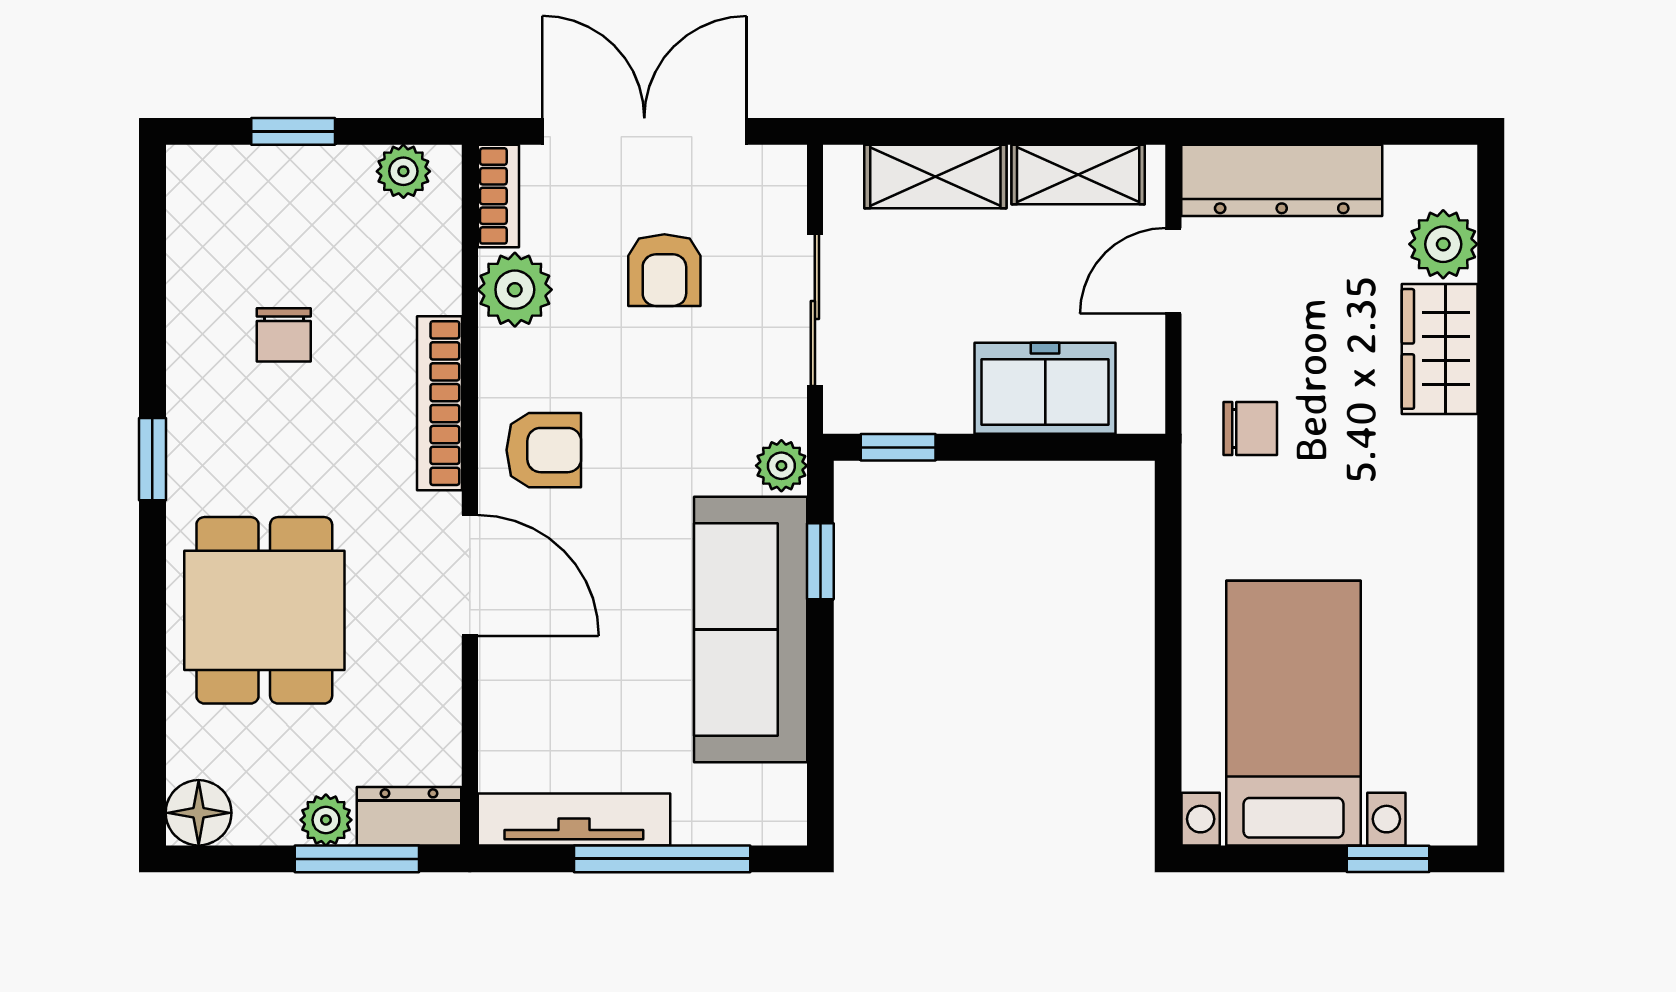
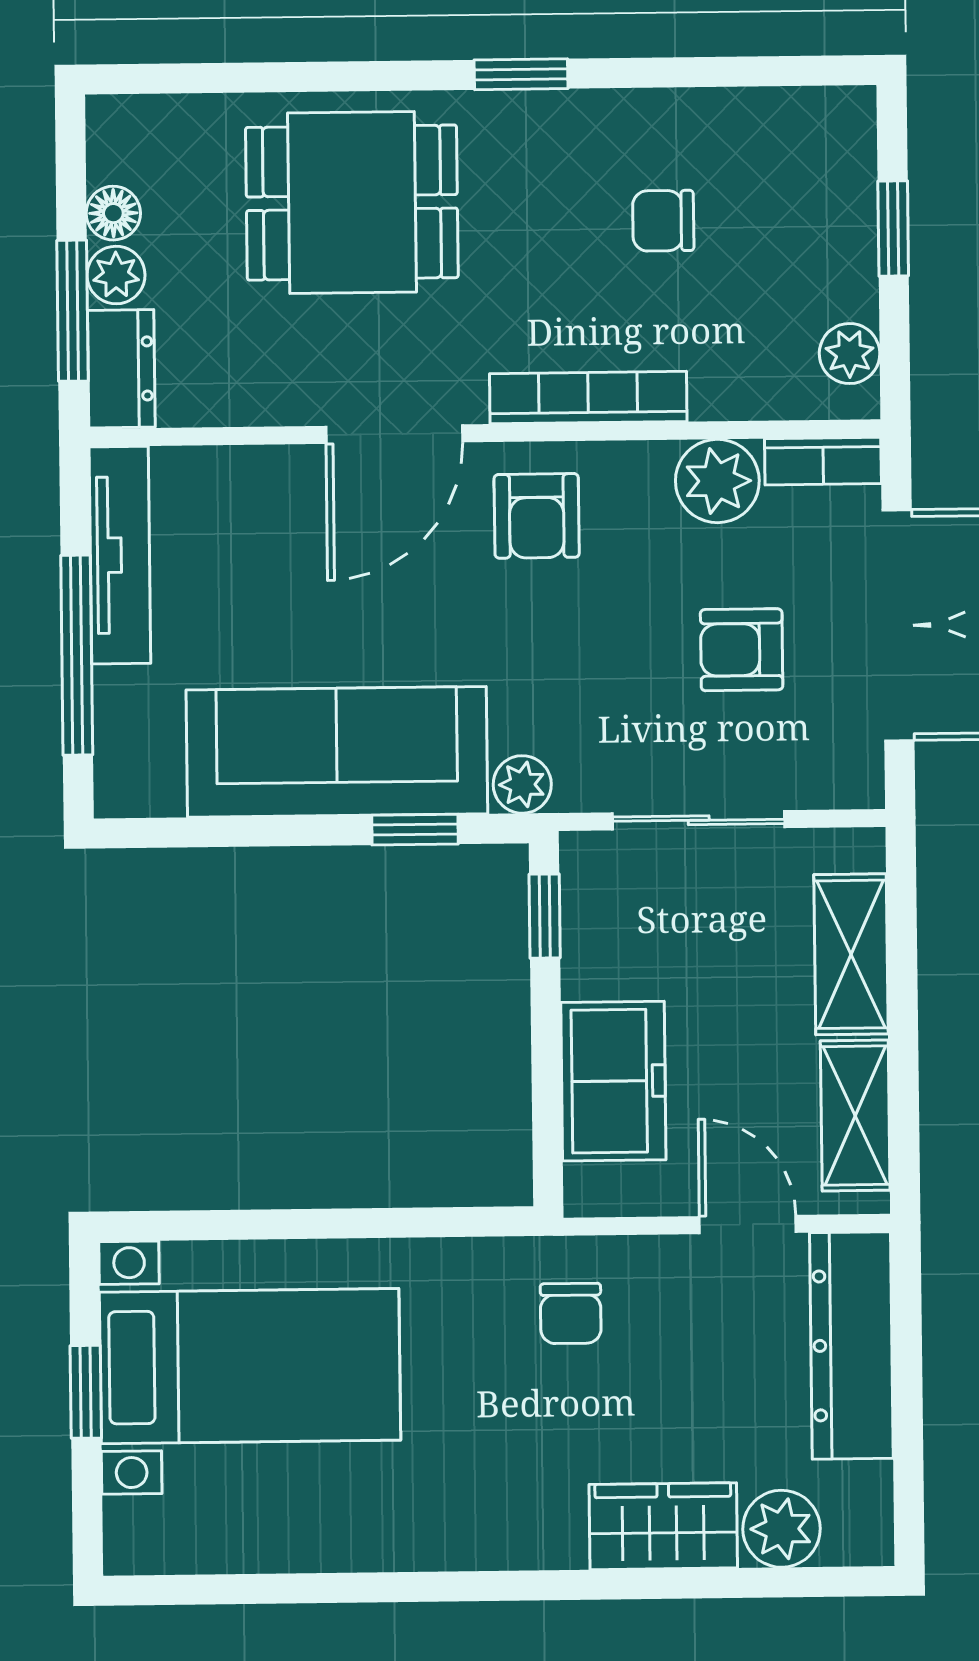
floor lamp: (199, 813) -> (113, 213), moved, width x0.73, depth x0.73
window: (1388, 859) -> (86, 1392), moved

